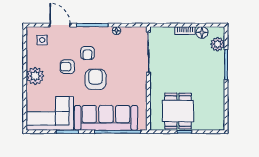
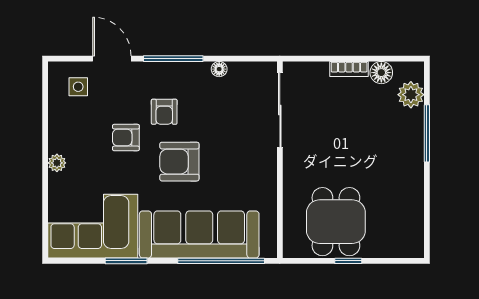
plant: (35, 76) -> (57, 163), width x0.53, depth x0.53
armchair: (96, 79) -> (179, 162), turned -90

